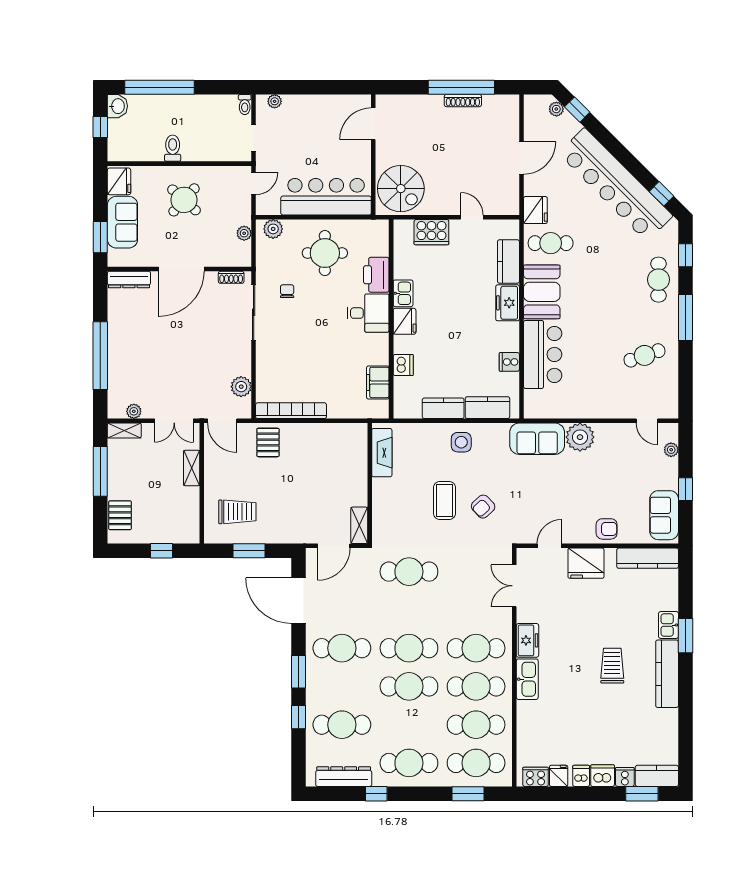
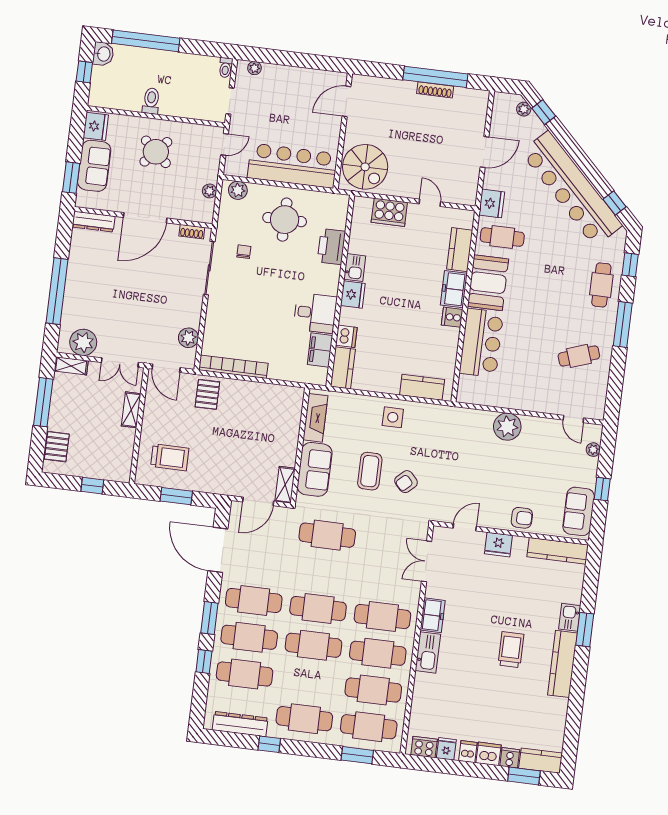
desk: (368, 313) -> (315, 313), moved
cooker: (509, 362) -> (452, 317), moved
kitchen counter: (443, 408) -> (343, 368), moved, turned 90
plant: (134, 411) -> (83, 342), width x1.87, depth x1.87
sofa: (537, 439) -> (315, 469), moved, turned -90
fridge: (586, 563) -> (498, 545), width x0.73, depth x0.75
cafe table: (342, 686) -> (249, 637), added

